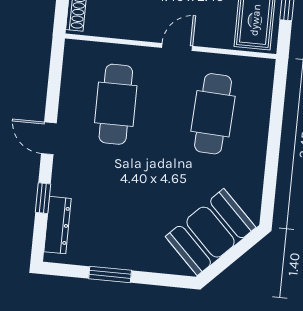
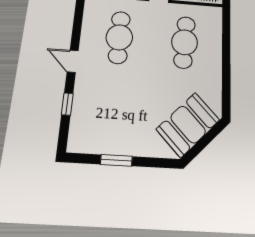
dresser: (57, 225) -> (77, 124), removed

